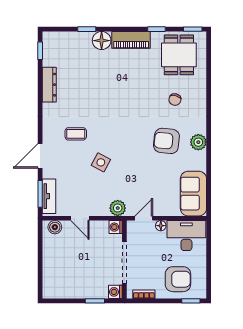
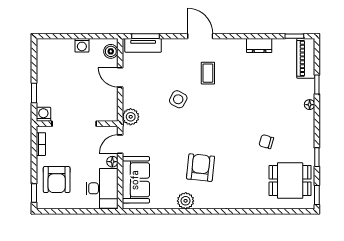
piano: (131, 40) -> (306, 58), moved
floor lamp: (102, 41) -> (310, 105), width x0.53, depth x0.53
dresser: (49, 85) -> (259, 46), width x0.70
chair: (175, 100) -> (266, 142), moved
plant: (198, 142) -> (186, 201), moved
door: (40, 156) -> (200, 36), moved
sofa: (193, 194) -> (136, 180), moved, turned 90
door: (80, 218) -> (120, 77), hinge flipped
door: (144, 218) -> (120, 144), swing flipped
washing machine: (116, 227) -> (82, 45), moved, turned 180

